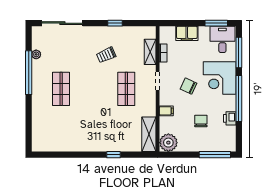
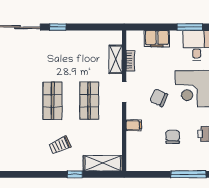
window: (115, 23) -> (58, 27), moved
trolley: (106, 55) -> (60, 145), moved
shop shelf: (61, 89) -> (53, 101), moved
shelving: (149, 134) -> (103, 163), moved, turned 90
plant: (168, 143) -> (136, 161), removed

